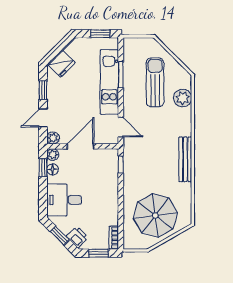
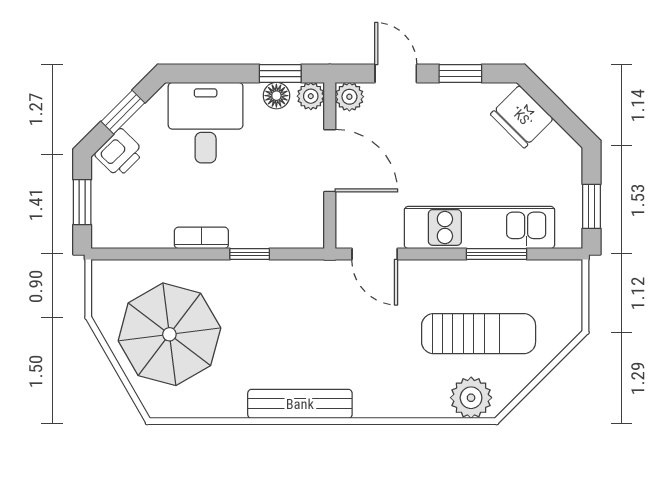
plant: (183, 98) -> (471, 398), moved
door: (121, 127) -> (375, 254), hinge flipped
window: (121, 165) -> (250, 254), moved
bookcase: (114, 238) -> (201, 238), moved

